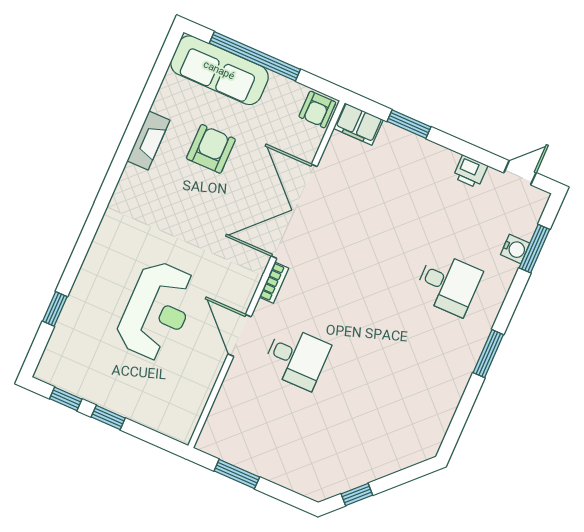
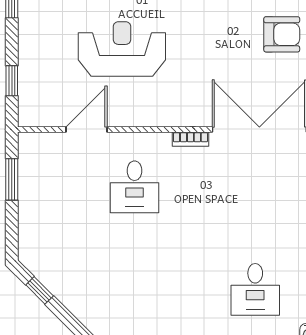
reception desk: (157, 311) -> (122, 49), turned 180
door: (240, 335) -> (86, 129), moved
window: (108, 418) -> (12, 81), moved

